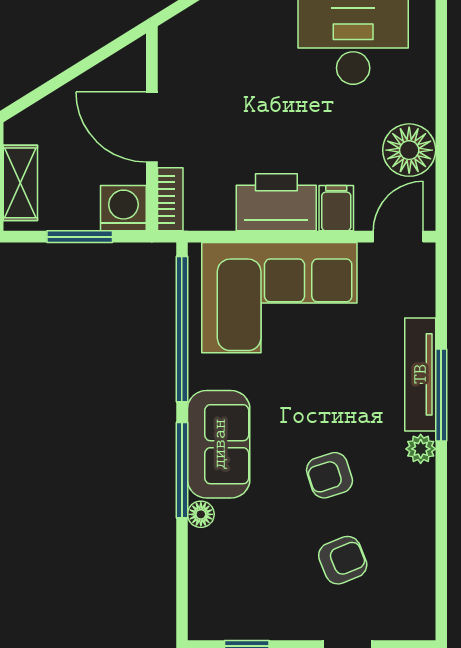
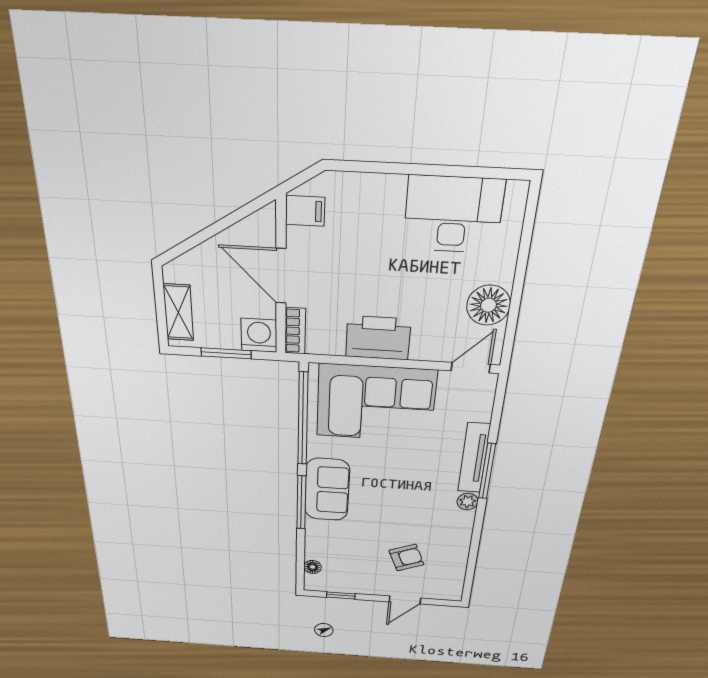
filing cabinet: (336, 208) -> (305, 211), moved, turned 90
armchair: (330, 475) -> (402, 512), removed
floor lamp: (201, 514) -> (313, 567), moved

